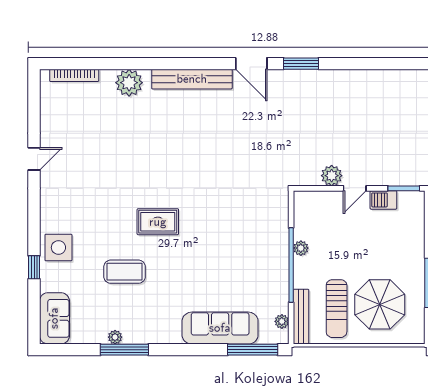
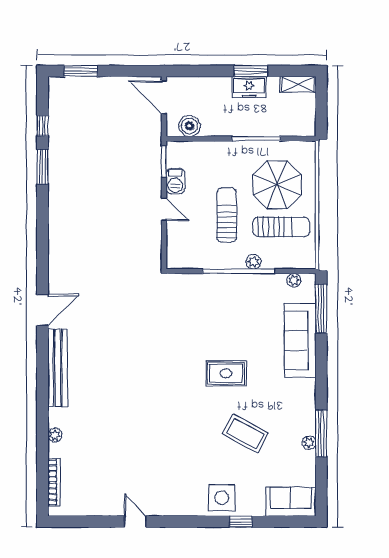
window: (301, 64) -> (43, 167), moved
plant: (129, 83) -> (55, 435), width x0.53, depth x0.53
plant: (332, 176) -> (152, 232), removed
rug: (158, 222) -> (226, 373), moved, turned 90
plant: (301, 248) -> (253, 262), moved
sun lounger: (349, 253) -> (227, 215), added
coffee table: (125, 272) -> (245, 433), turned -61
bench: (301, 317) -> (289, 262), removed

